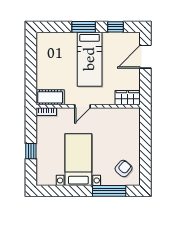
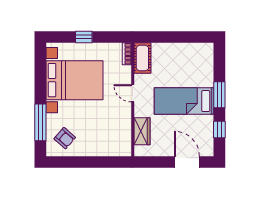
wardrobe: (128, 98) -> (142, 131), moved
bed with nightstands: (78, 160) -> (74, 80), width x1.36

